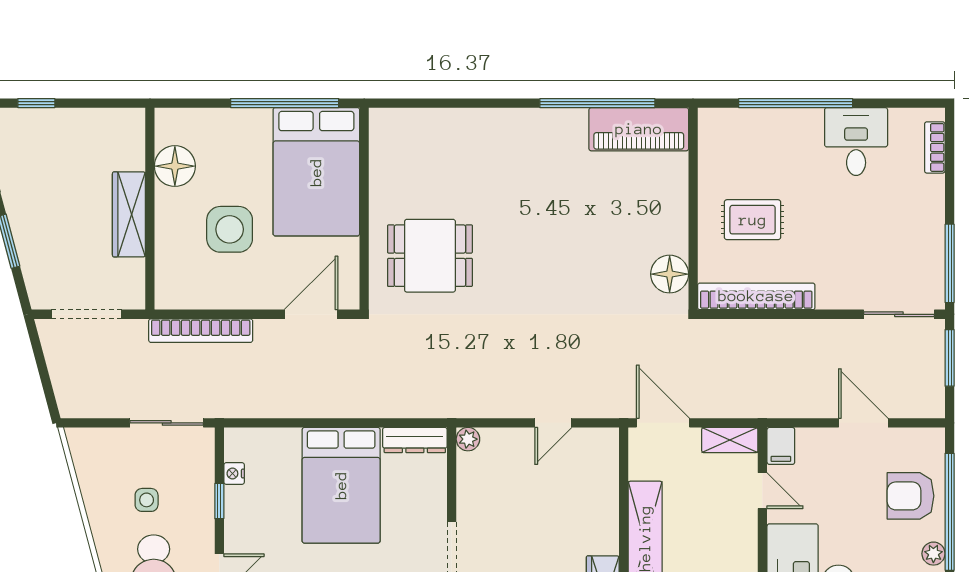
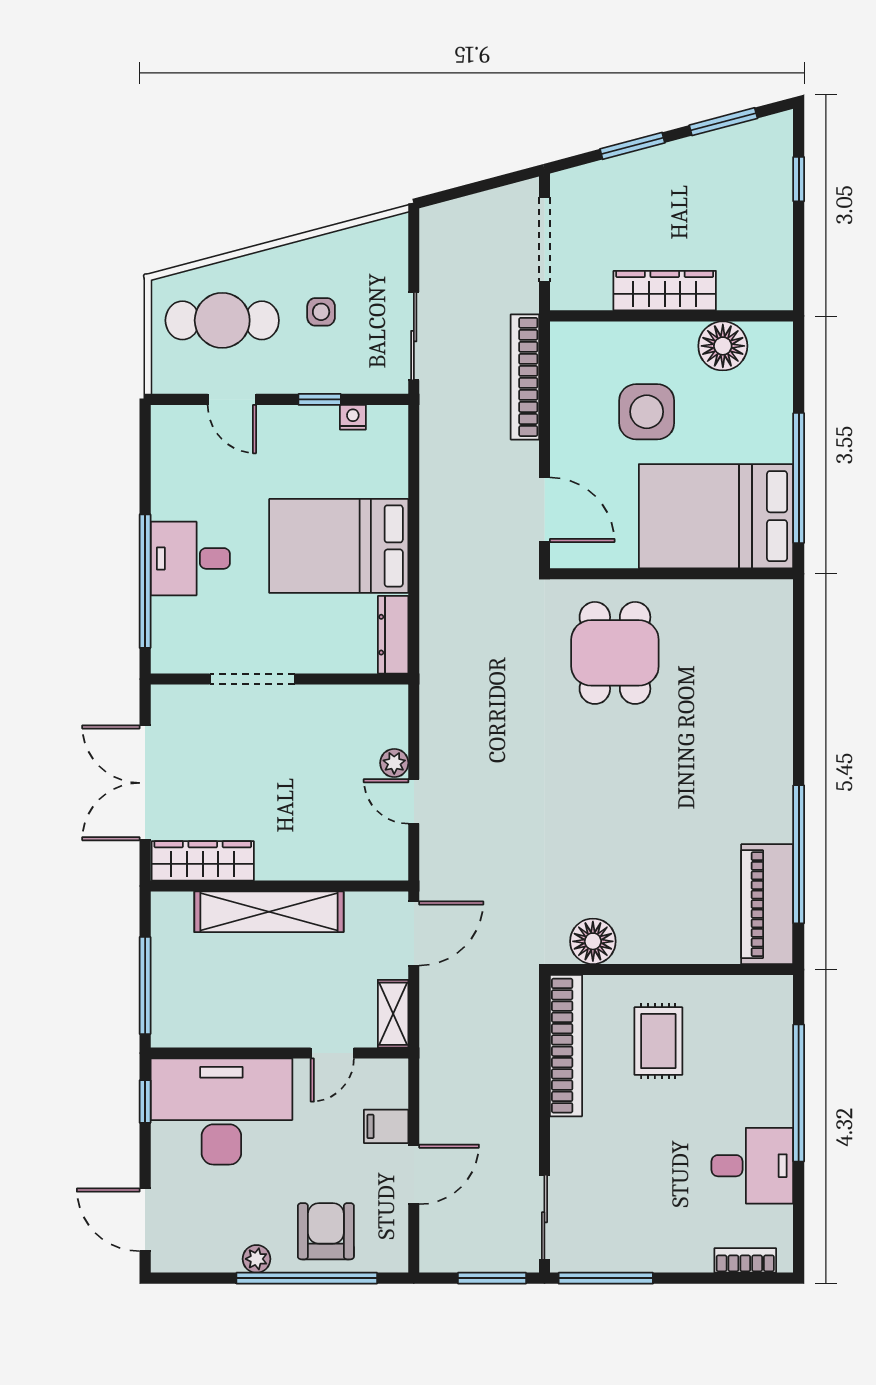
plant: (468, 439) -> (394, 763), moved
filing cabinet: (781, 446) -> (386, 1126), moved

